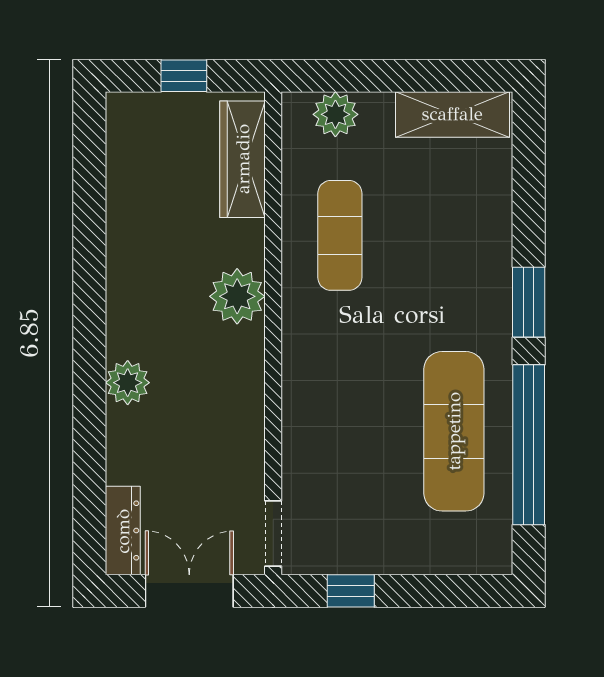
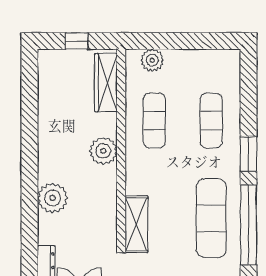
shelving: (452, 114) -> (136, 224), moved, turned 90
exercise mat: (454, 235) -> (211, 121), added
plant: (128, 383) -> (53, 198), width x1.36, depth x1.36

